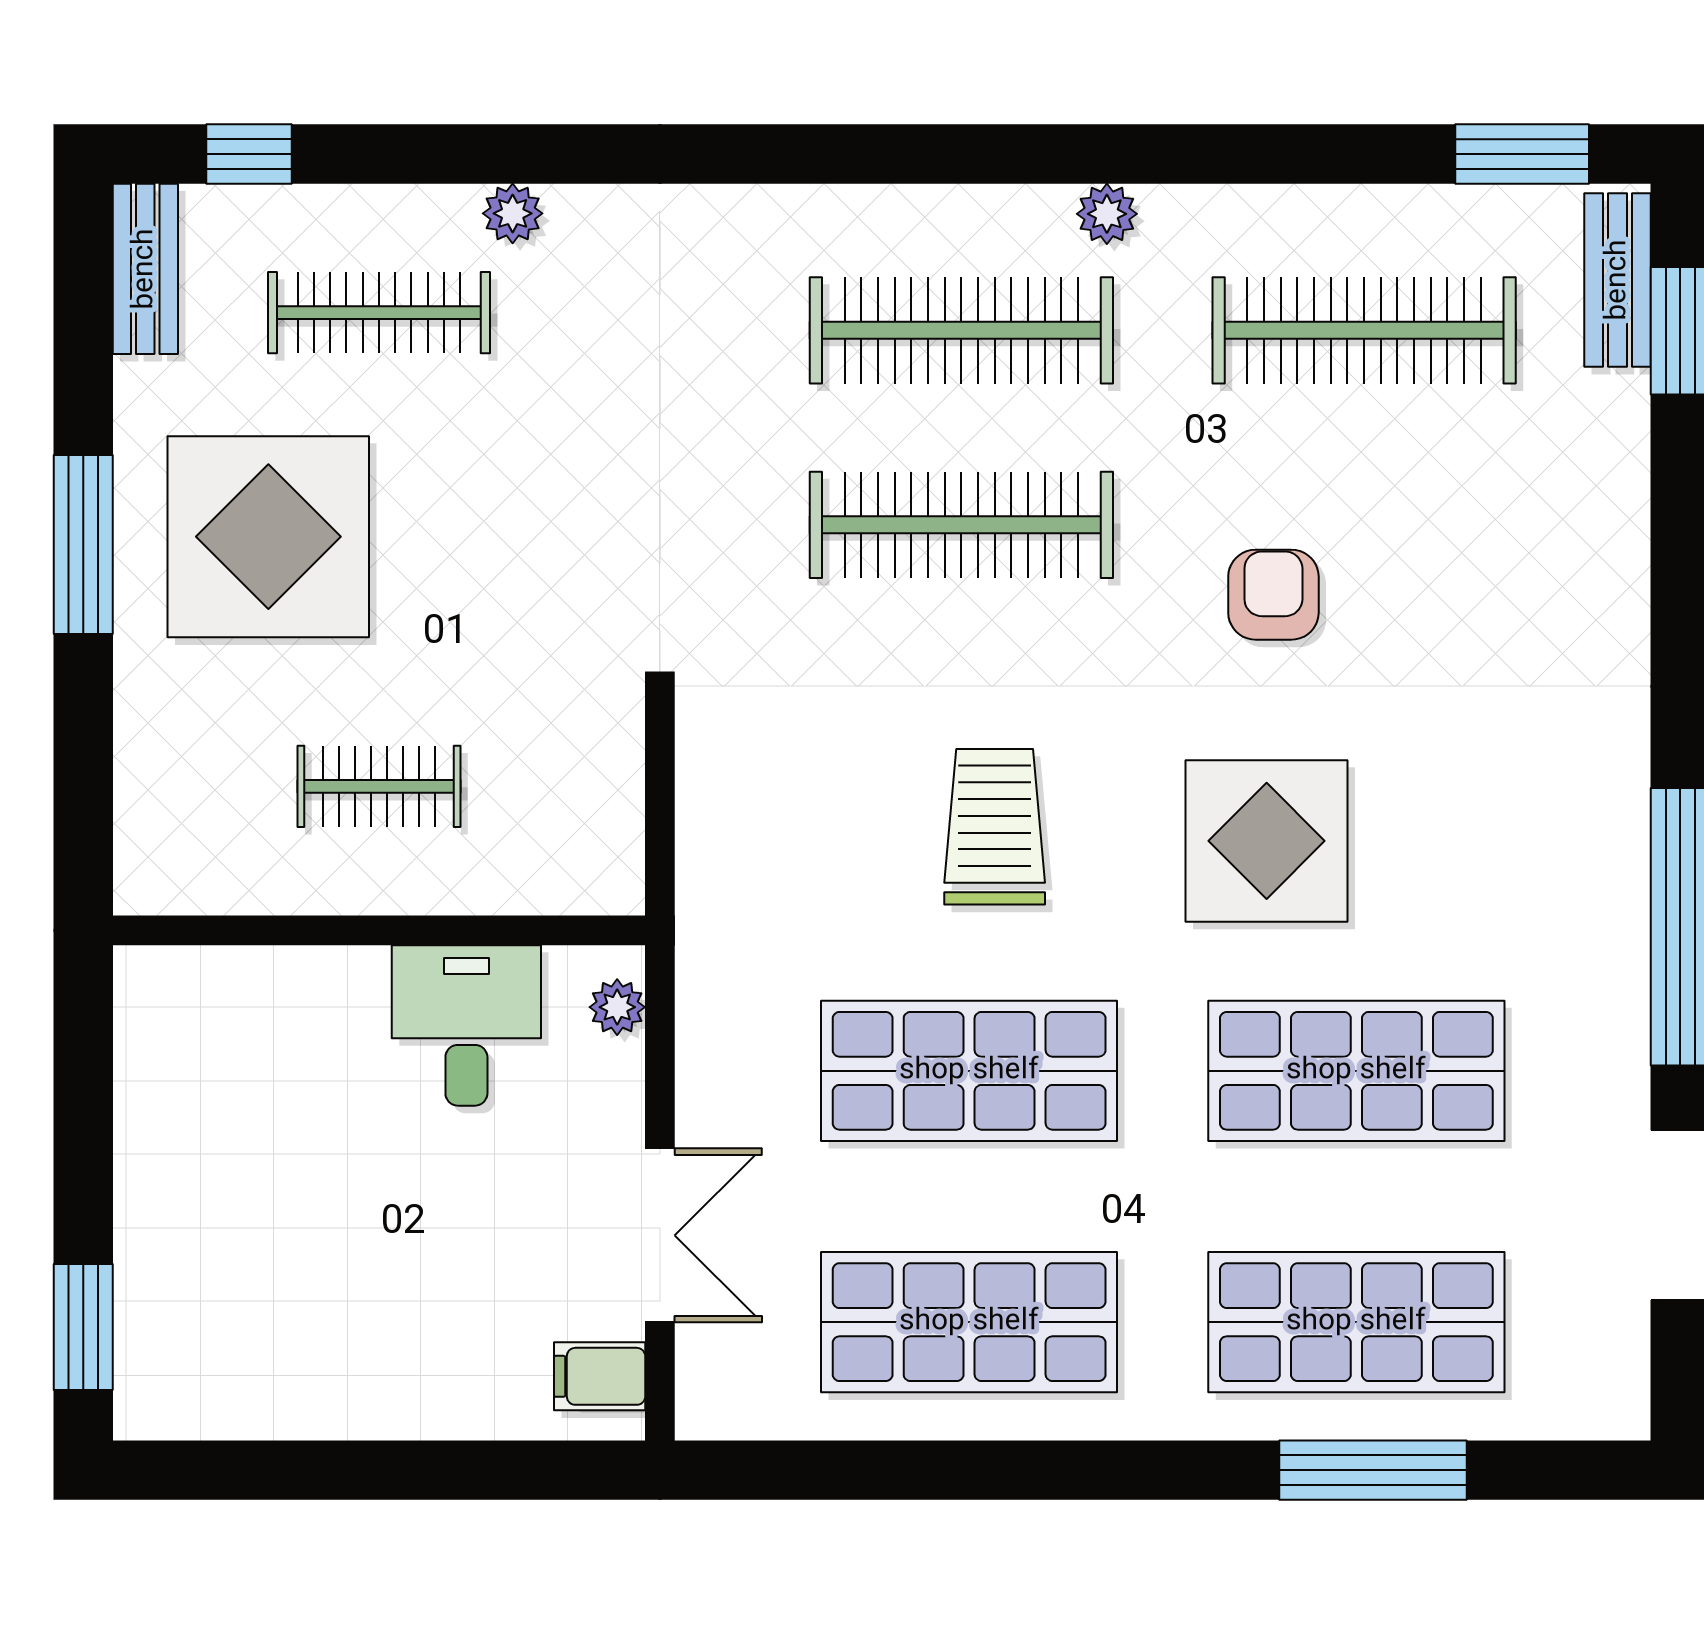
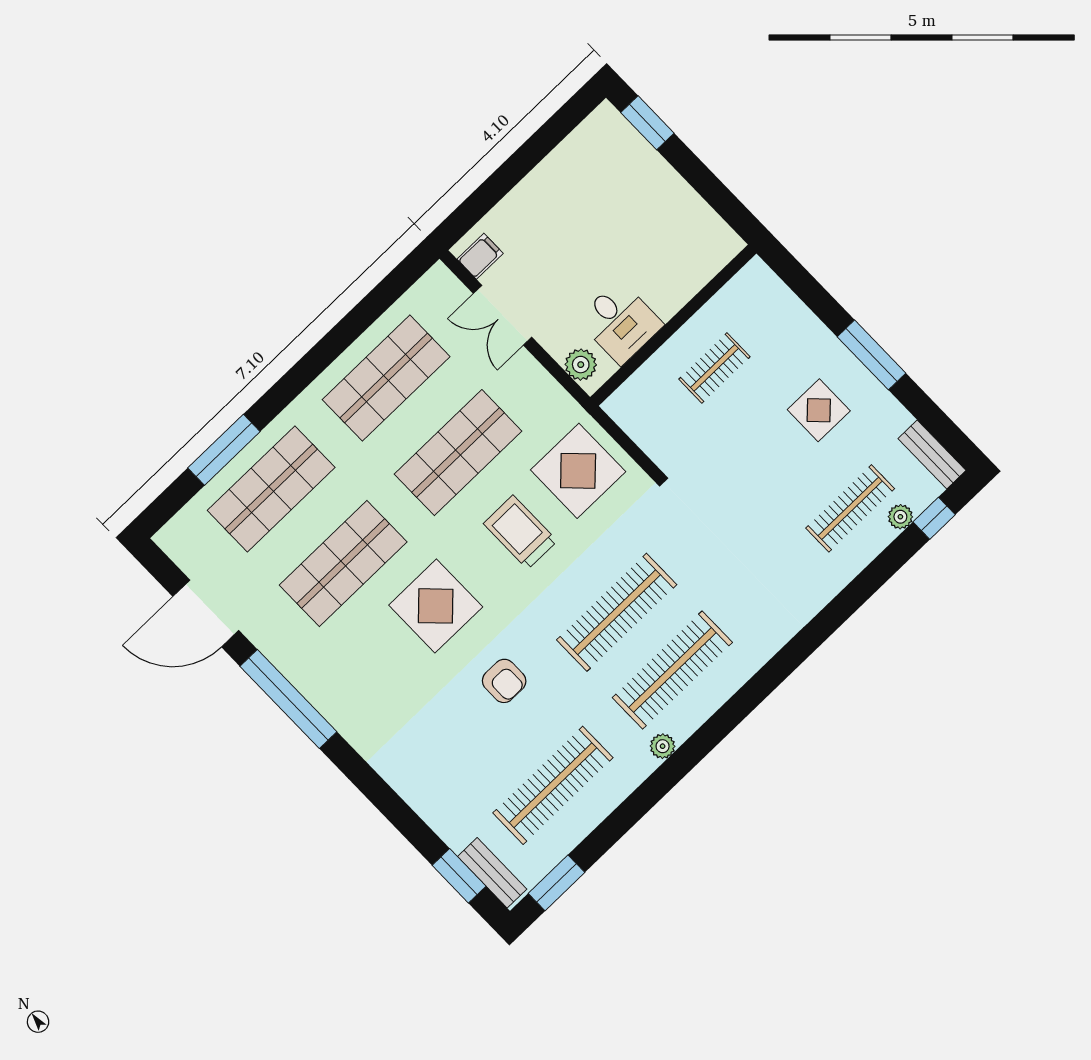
plant: (513, 213) -> (900, 517), moved
display table: (268, 537) -> (819, 410), width x0.54, depth x0.54
trolley: (995, 827) -> (520, 532), turned 180
display table: (790, 837) -> (578, 471), added
plant: (617, 1007) -> (581, 365), width x1.38, depth x1.38

